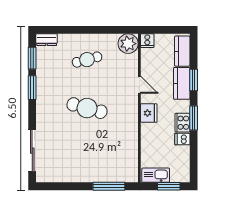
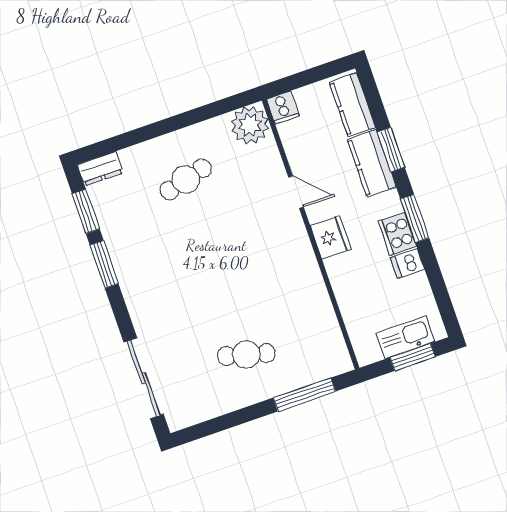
cafe table: (87, 108) -> (246, 355), moved, width x0.73, depth x0.74
kitchen sink: (156, 175) -> (406, 337), moved

